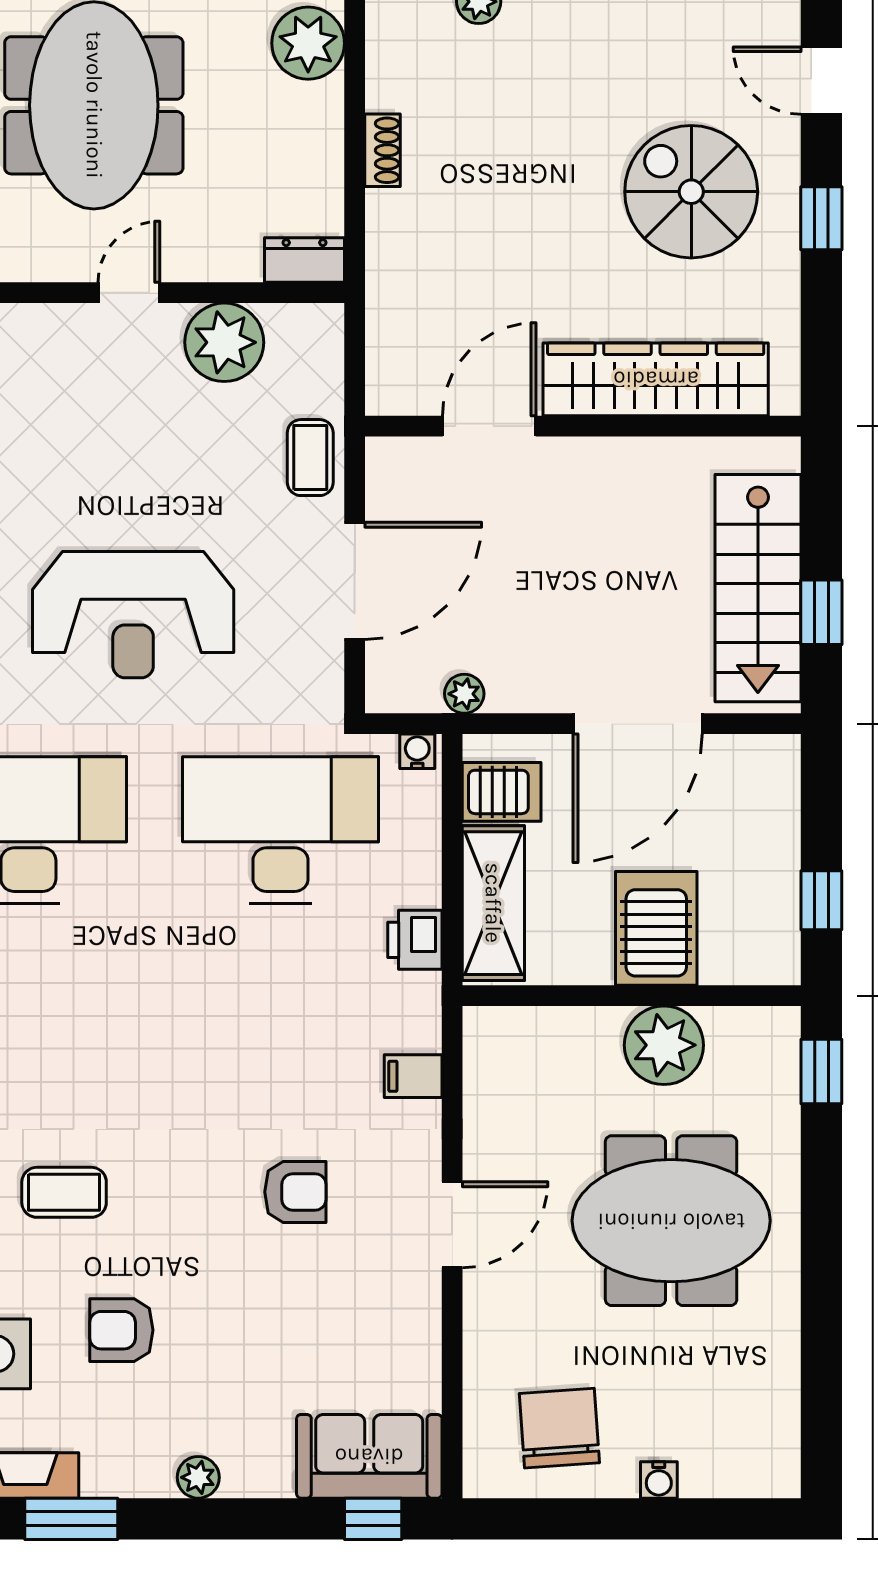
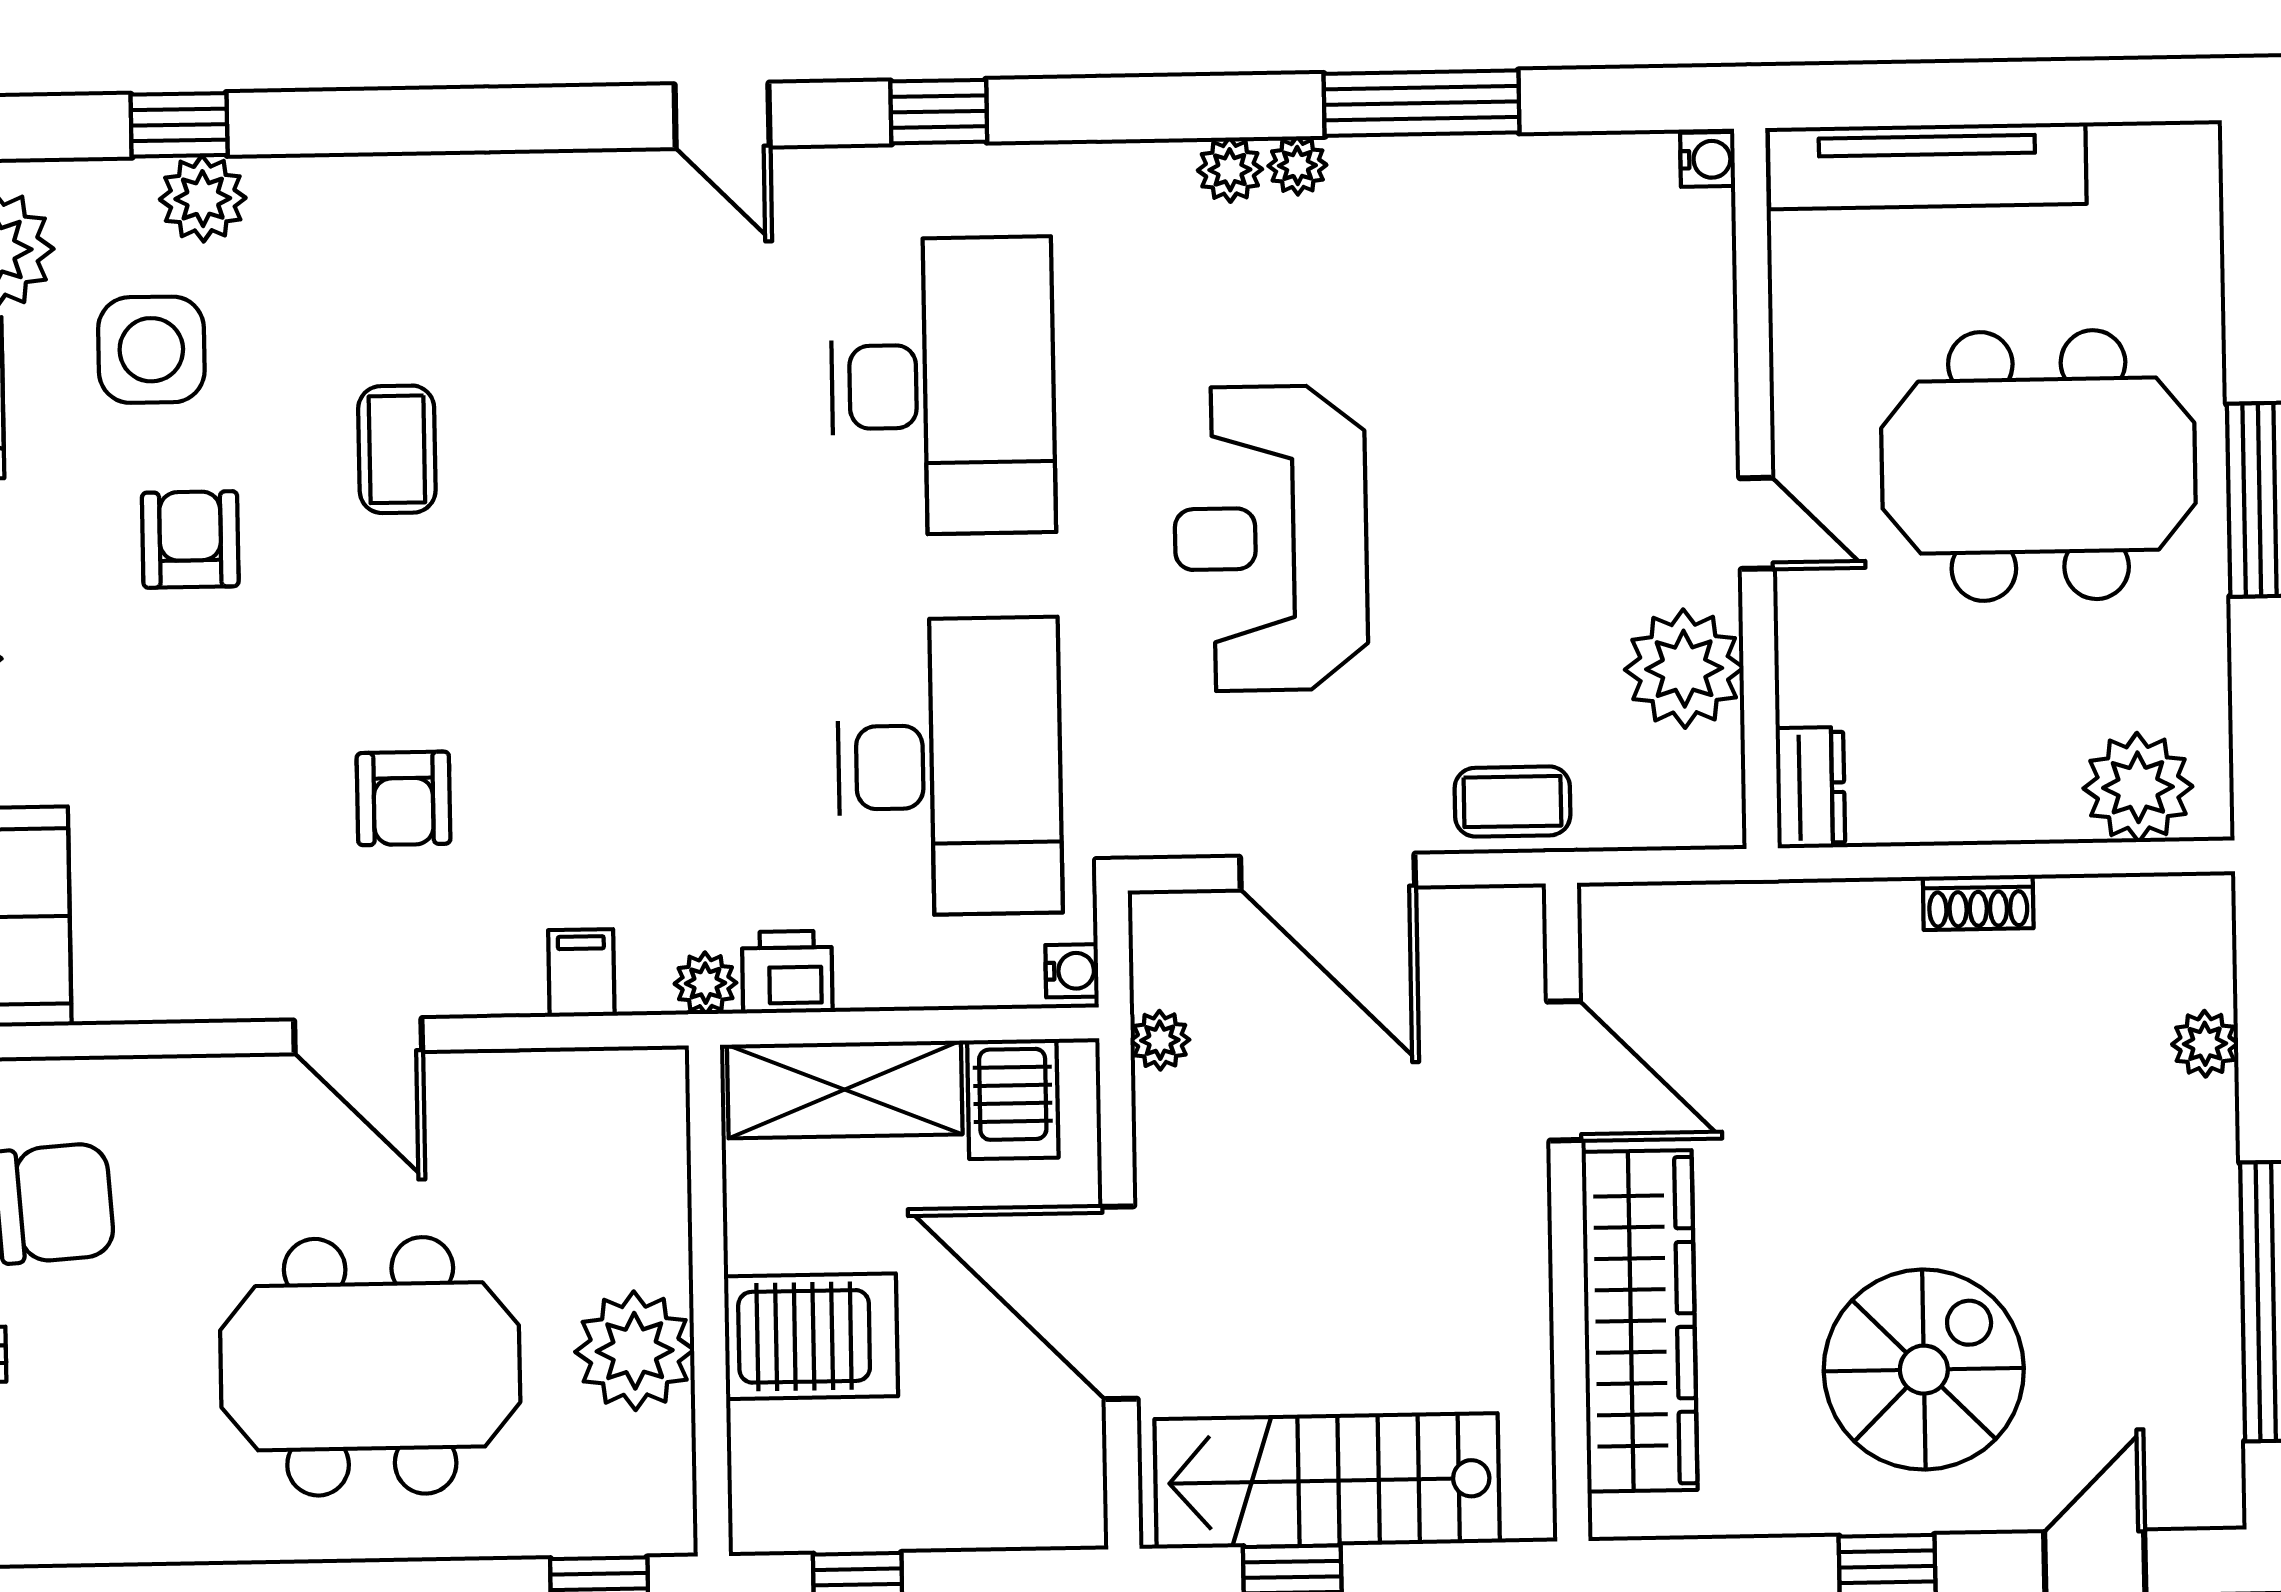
plant: (421, 994) -> (705, 983), added
meeting table: (671, 1221) -> (370, 1366), turned 90

